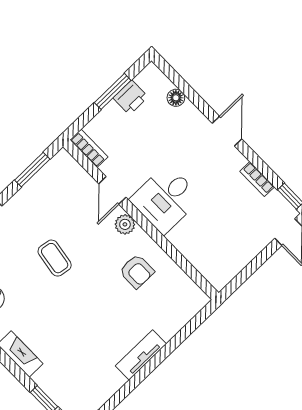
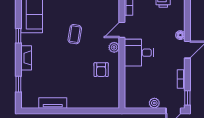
floor lamp: (176, 98) -> (180, 35), moved
plant: (252, 247) -> (154, 103), added
tv unit: (141, 355) -> (53, 103), moved

